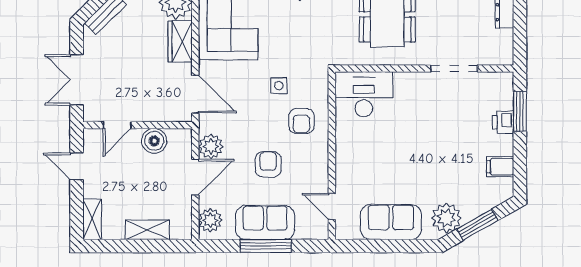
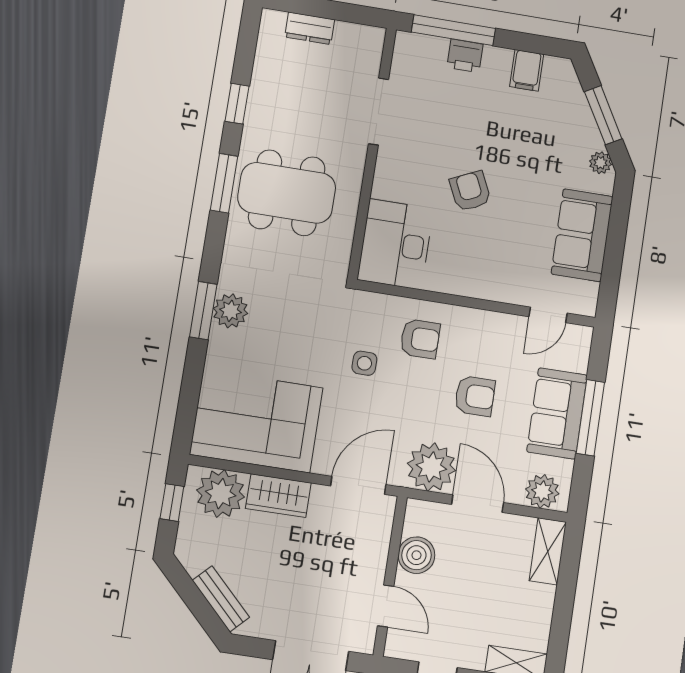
window: (520, 112) -> (453, 30), width x1.44
armchair: (409, 140) -> (470, 191), added
plant: (211, 146) -> (431, 467), width x1.36, depth x1.36
armchair: (268, 164) -> (475, 396), turned 180
plant: (446, 218) -> (600, 163), width x0.53, depth x0.53
shelving: (148, 230) -> (548, 551), moved

